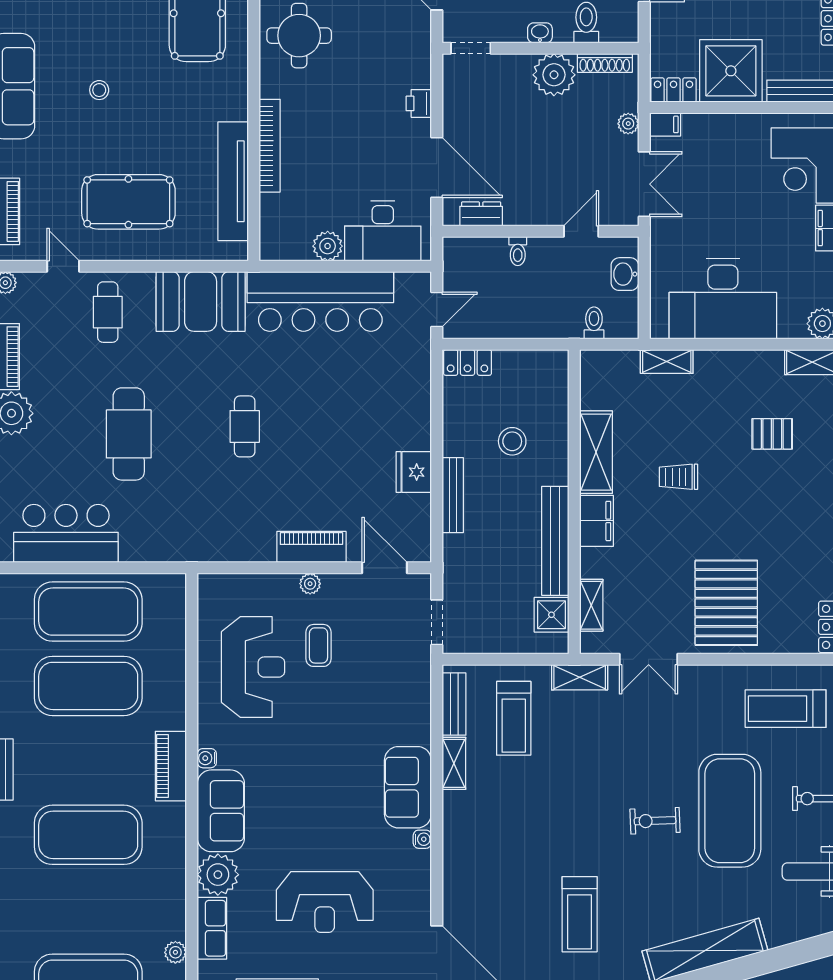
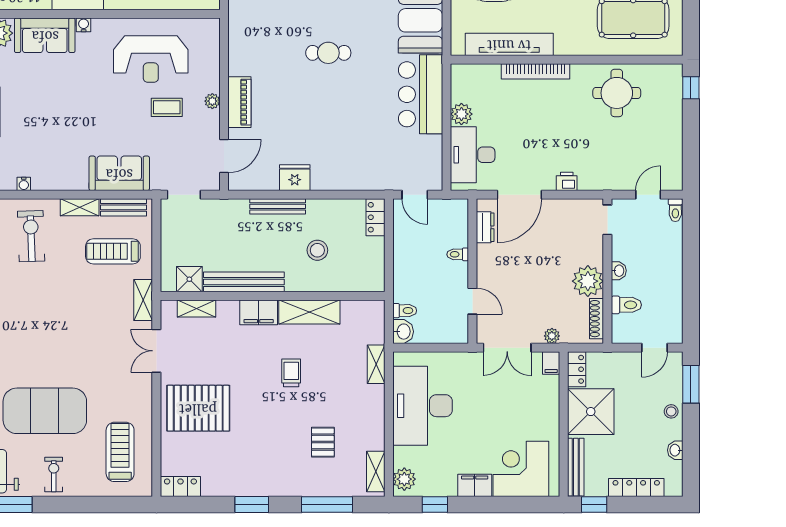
washbasin: (625, 274) -> (403, 332), moved, turned 90
bar counter: (320, 301) -> (421, 94), width x0.73
sofa: (408, 787) -> (119, 173), moved
exercise bike: (655, 821) -> (31, 236), moved, width x1.38, depth x1.39

